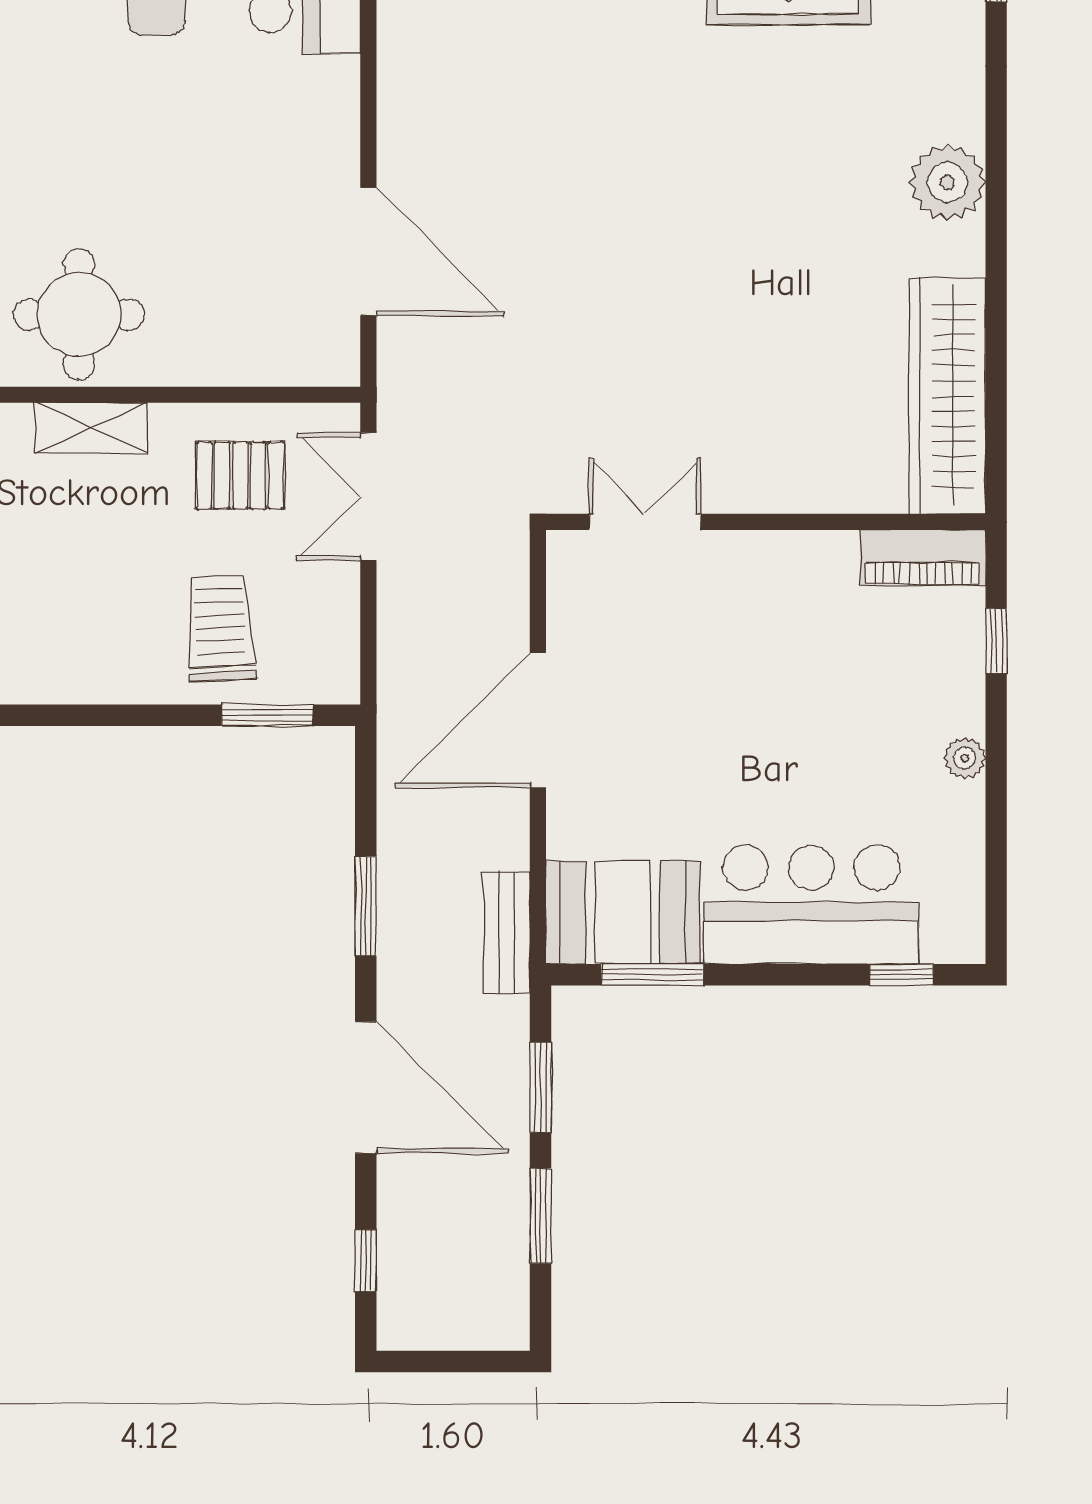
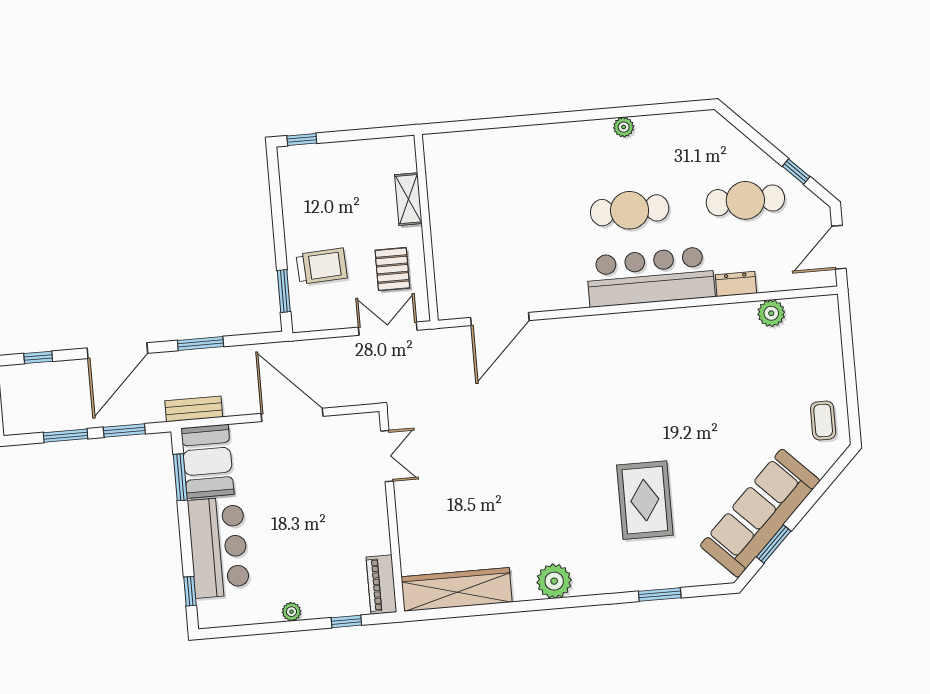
round table: (79, 314) -> (460, 189), removed

